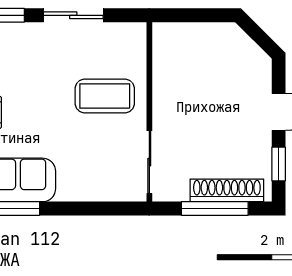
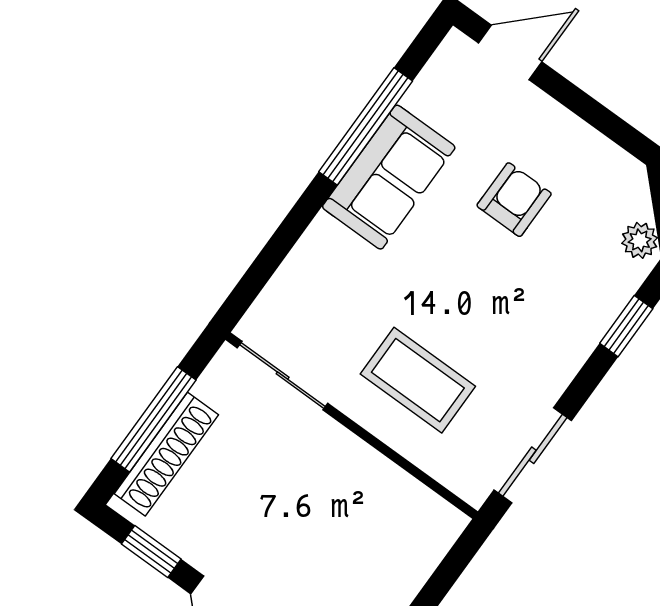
sliding door: (73, 15) -> (533, 455), moved
coffee table: (105, 96) -> (418, 380), turned 90

